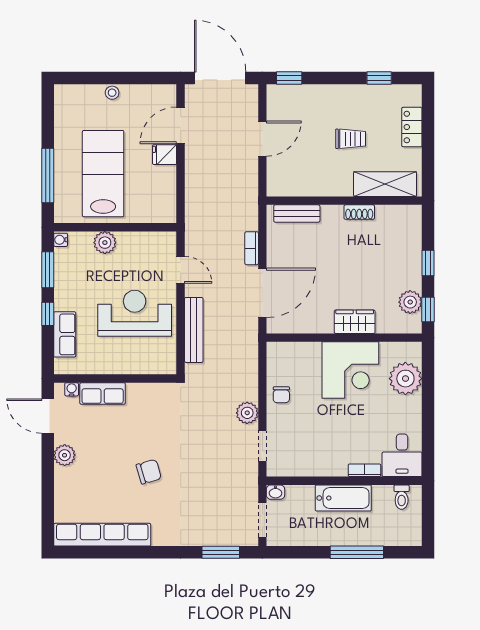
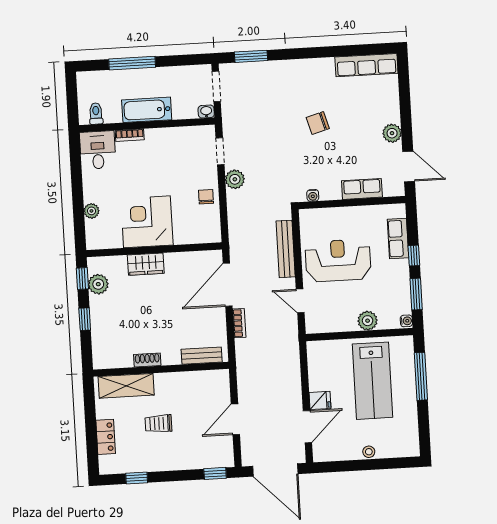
reception desk: (135, 313) -> (338, 260), turned 180
plant: (405, 379) -> (91, 211), width x0.53, depth x0.53
water cooler: (72, 389) -> (313, 195), moved
row of seats: (102, 535) -> (366, 65), width x0.73

